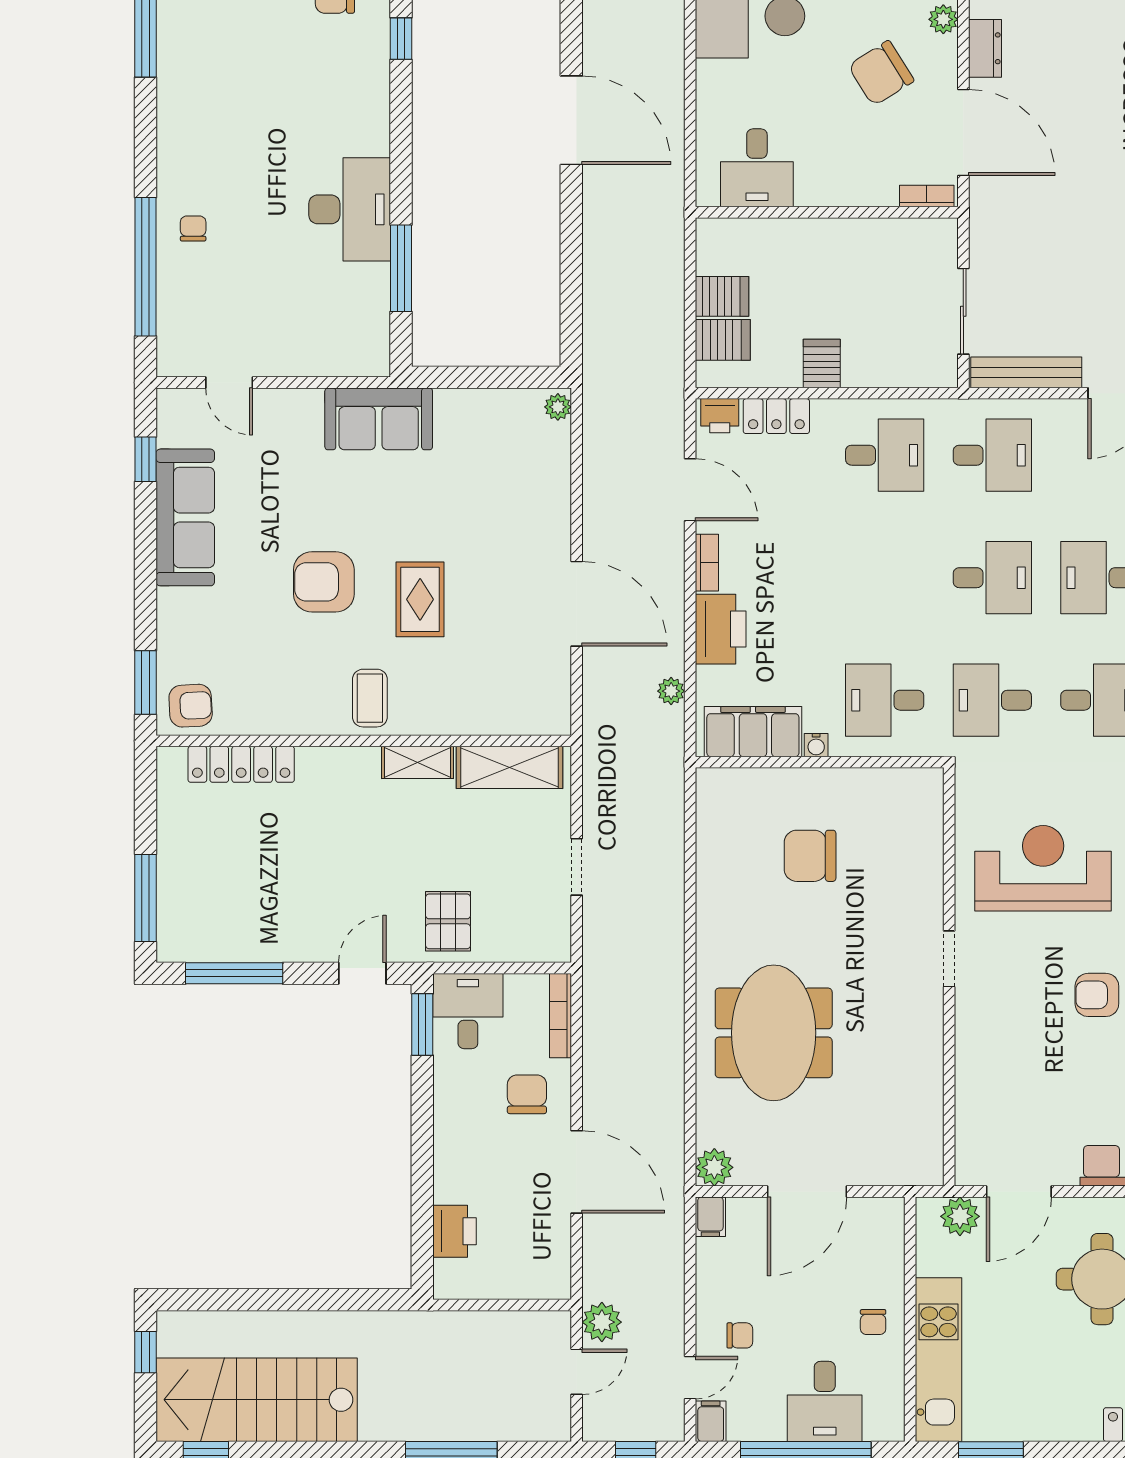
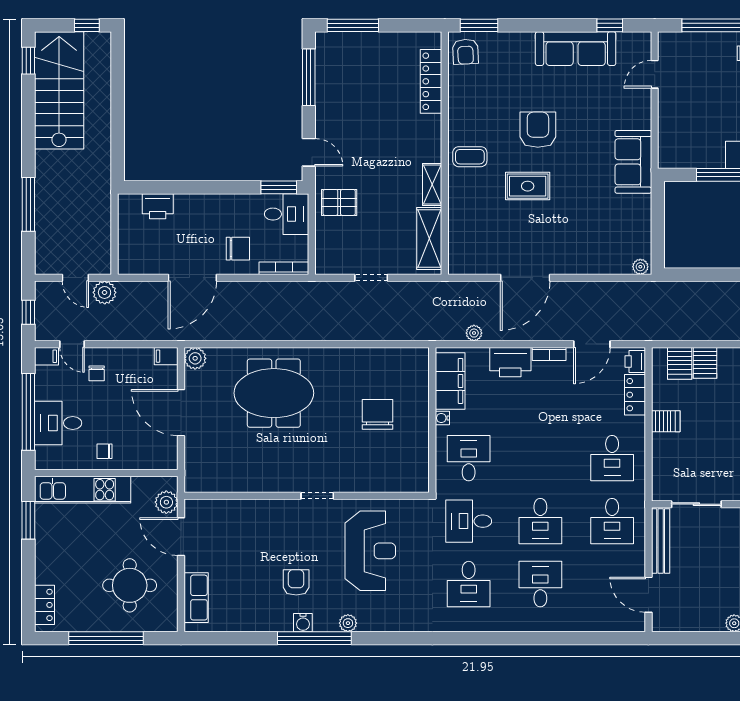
desk: (992, 700) -> (469, 521), turned -90

